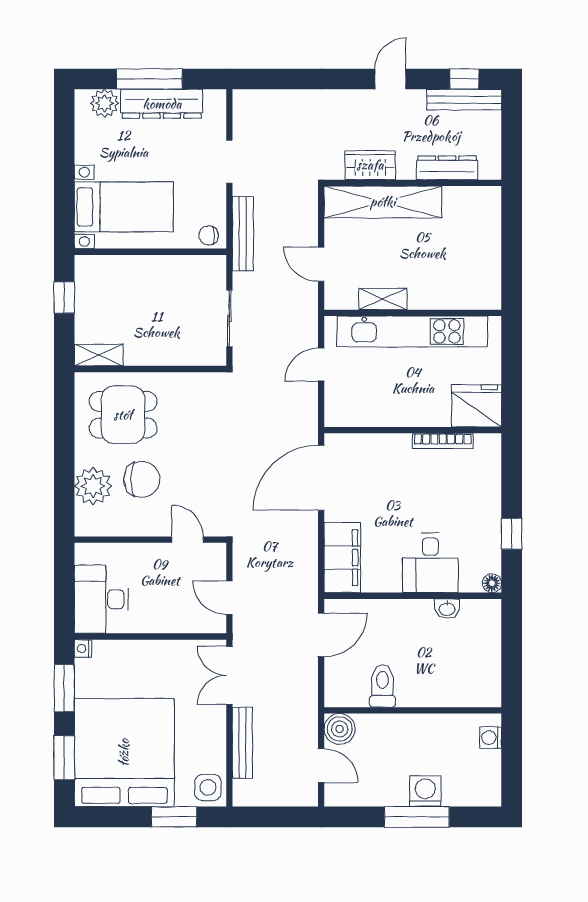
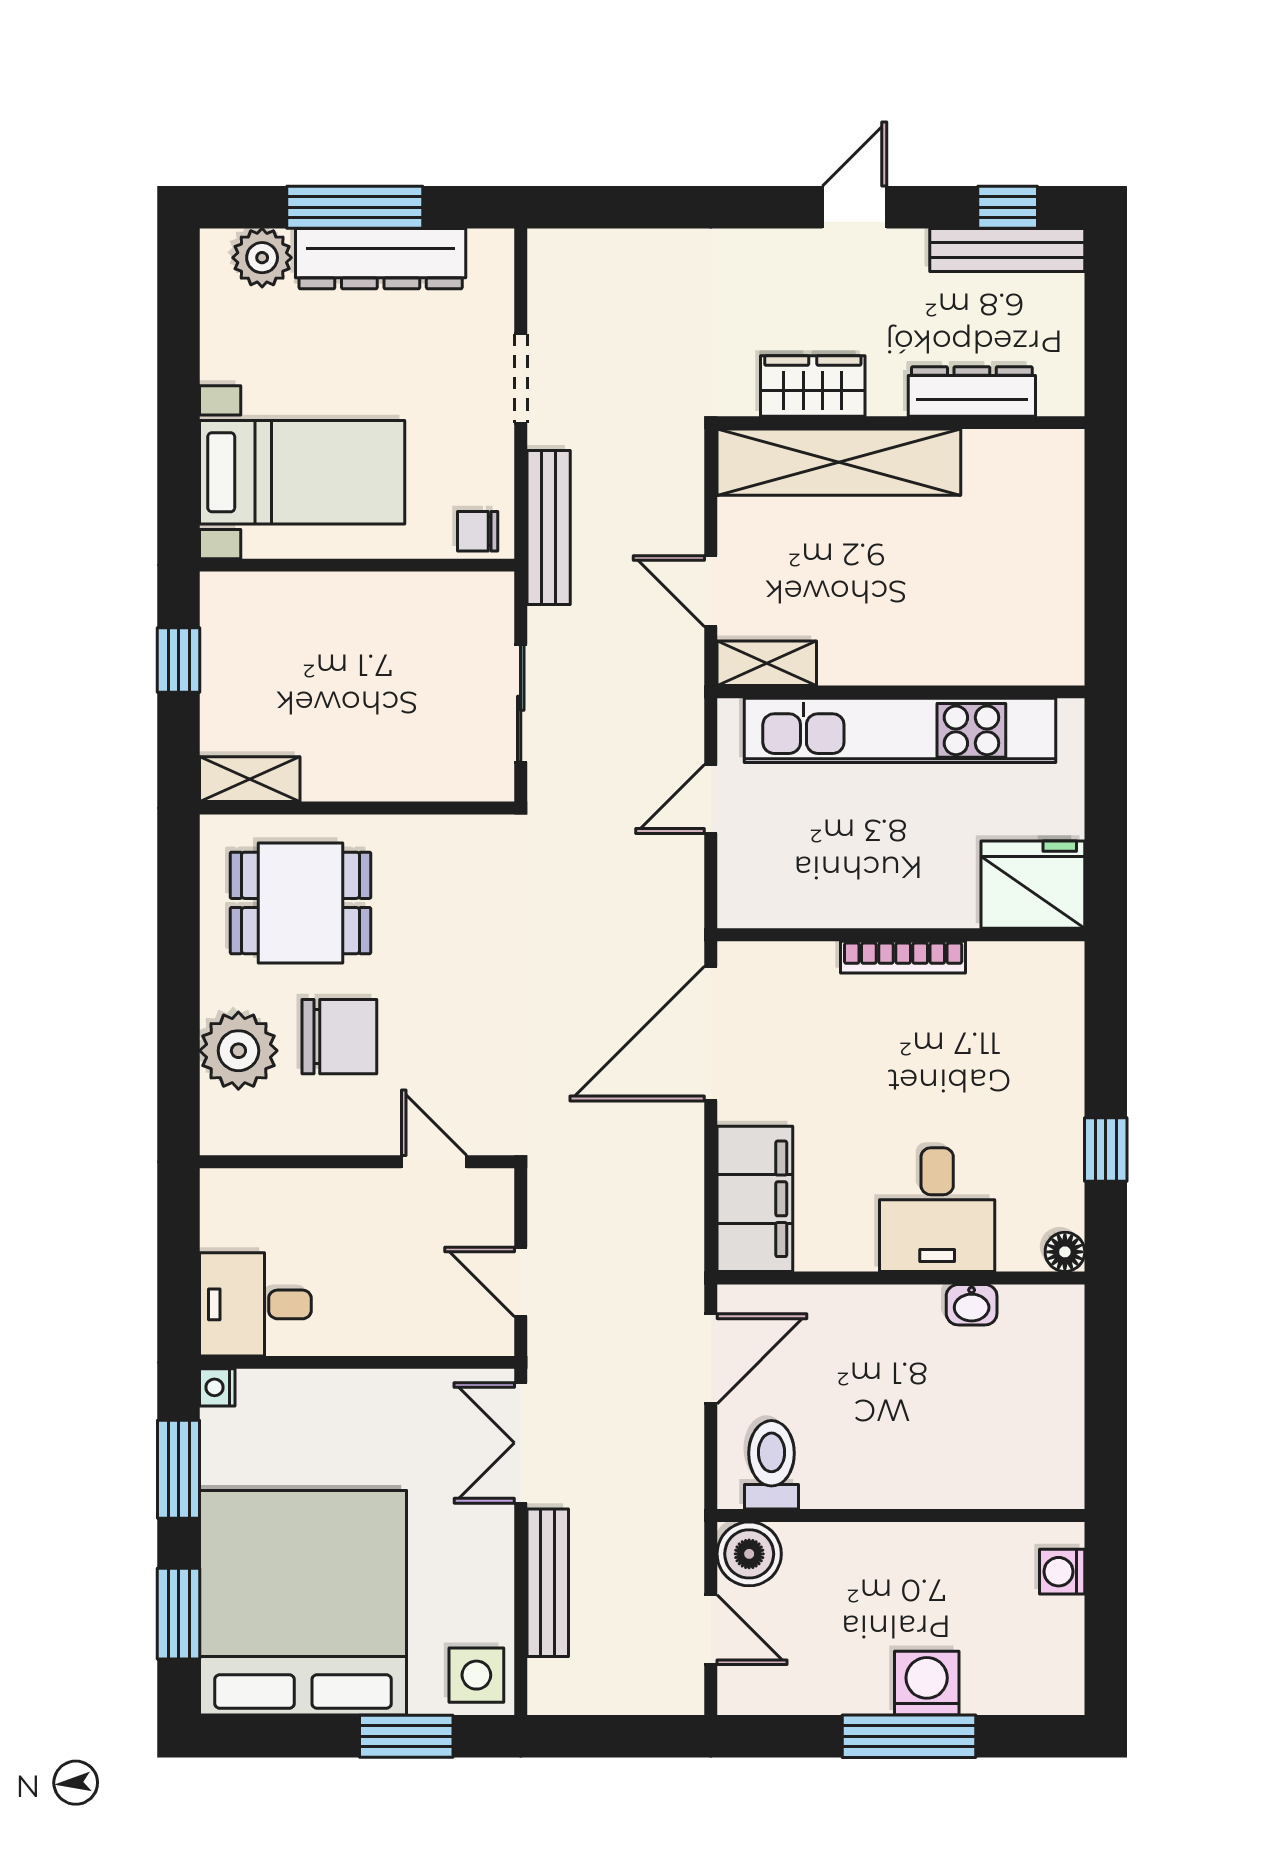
shelving: (383, 299) -> (767, 663), moved
bookcase: (443, 441) -> (903, 957), moved
desk: (101, 599) -> (255, 1304), width x0.73
toilet: (382, 686) -> (771, 1465), moved

